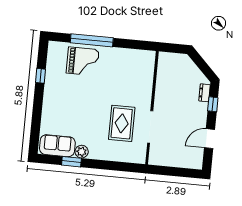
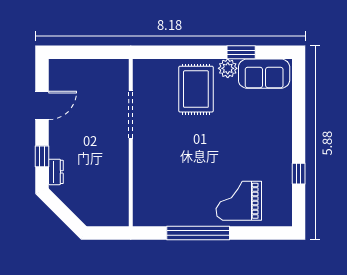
window: (92, 40) -> (198, 233), moved
rug: (122, 123) -> (196, 89), moved

